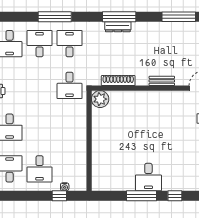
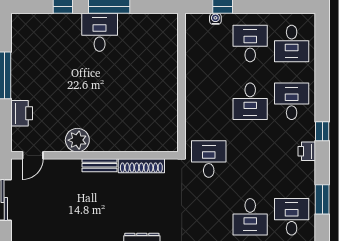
desk: (70, 44) -> (250, 101), moved
bench: (162, 81) -> (100, 165), moved
plant: (100, 99) -> (77, 140), moved

